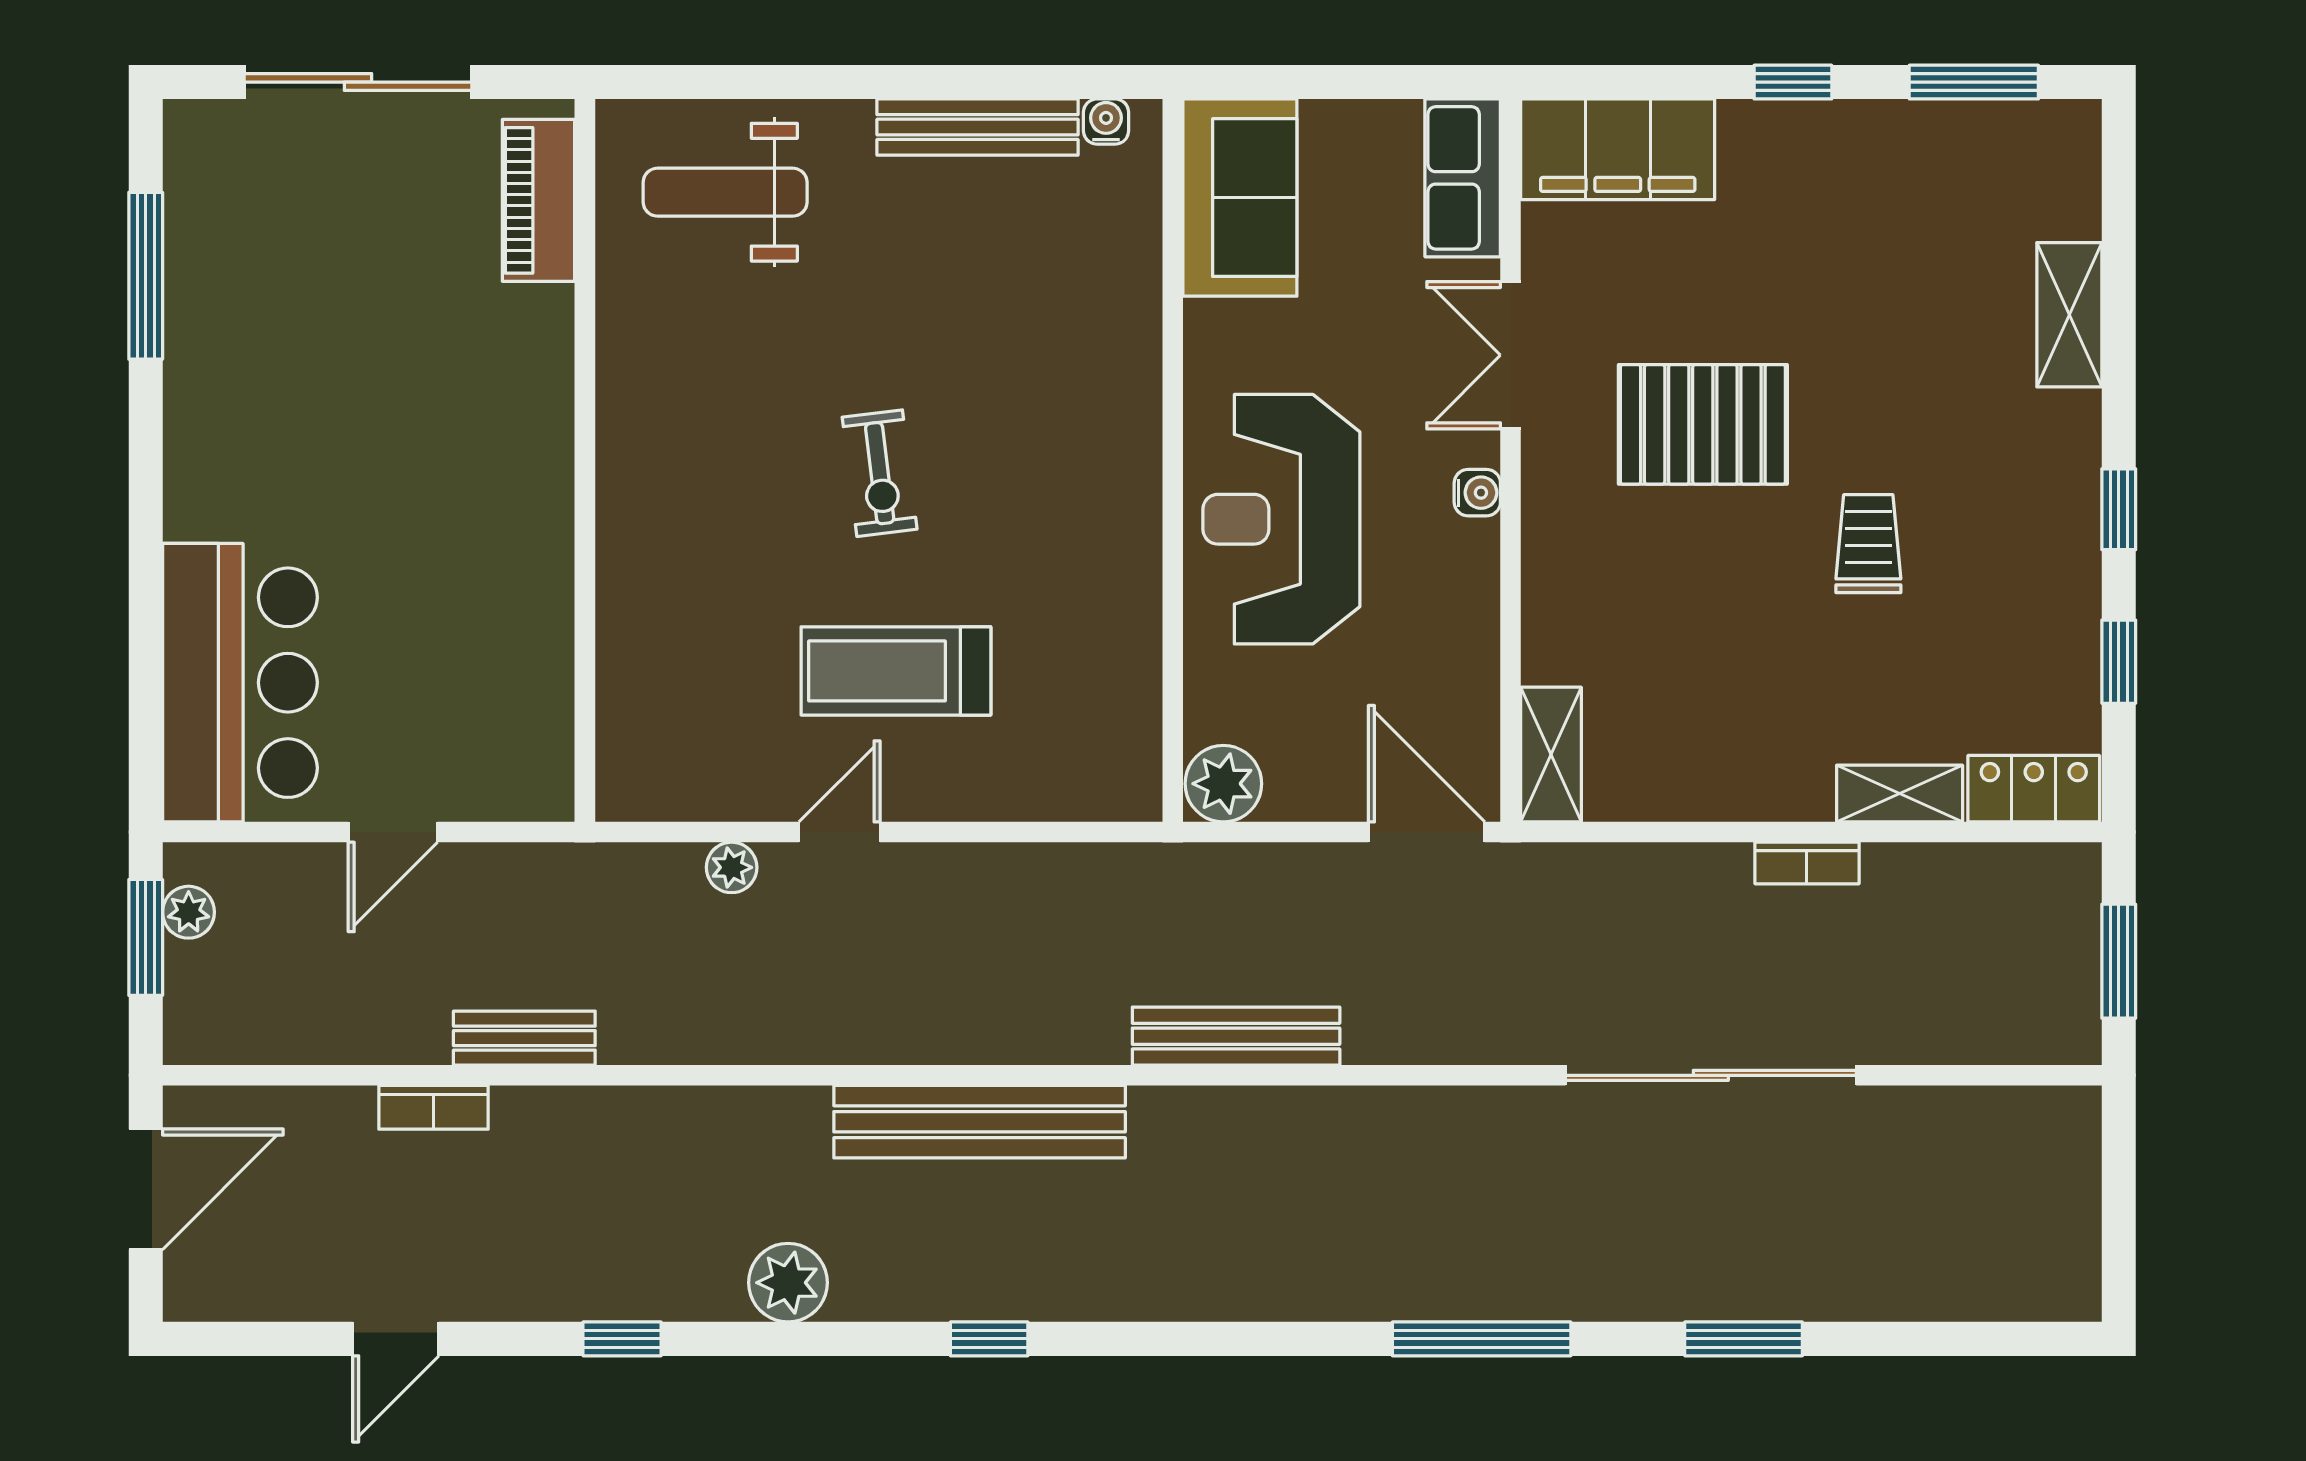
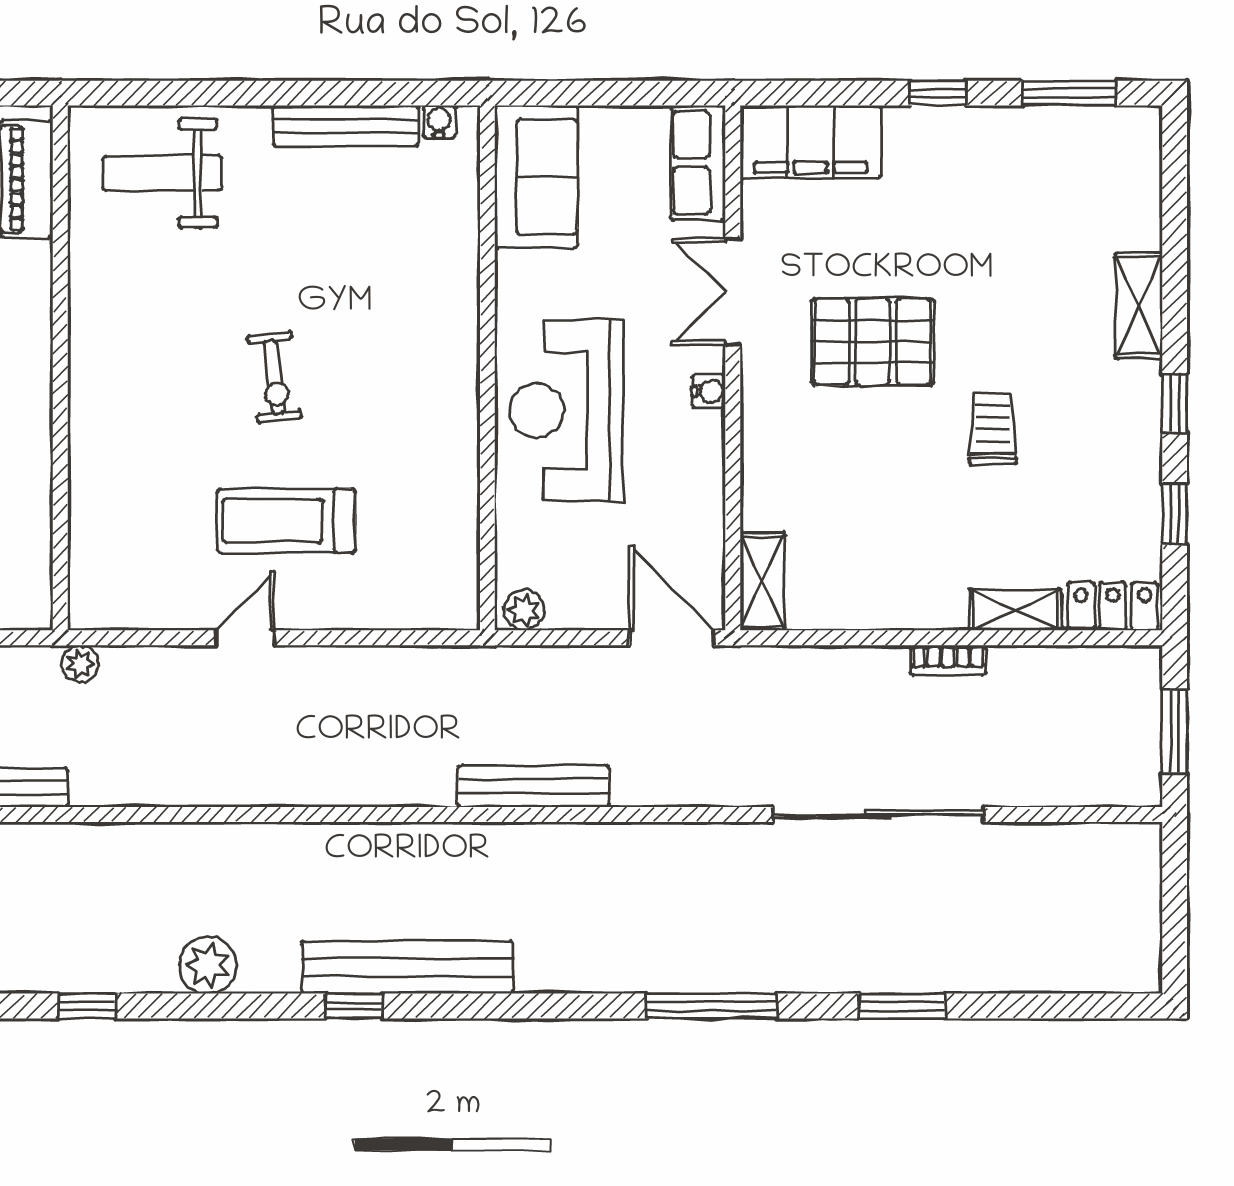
shelving: (2069, 315) -> (1139, 306), moved
plant: (1223, 784) -> (524, 610), width x0.73, depth x0.73
plant: (732, 867) -> (80, 664), moved
bench: (980, 1122) -> (407, 967), moved

